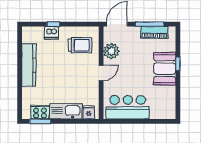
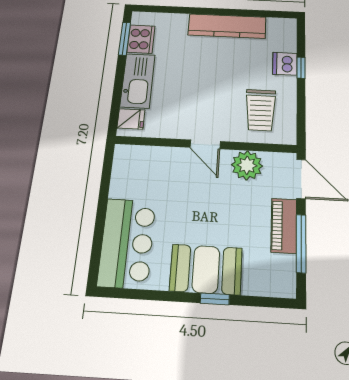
piano: (154, 32) -> (284, 226), moved
bar counter: (128, 107) -> (127, 243), moved

